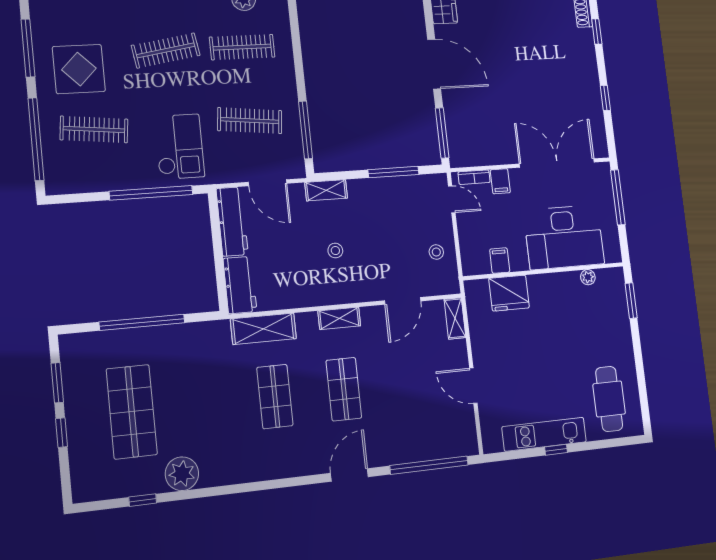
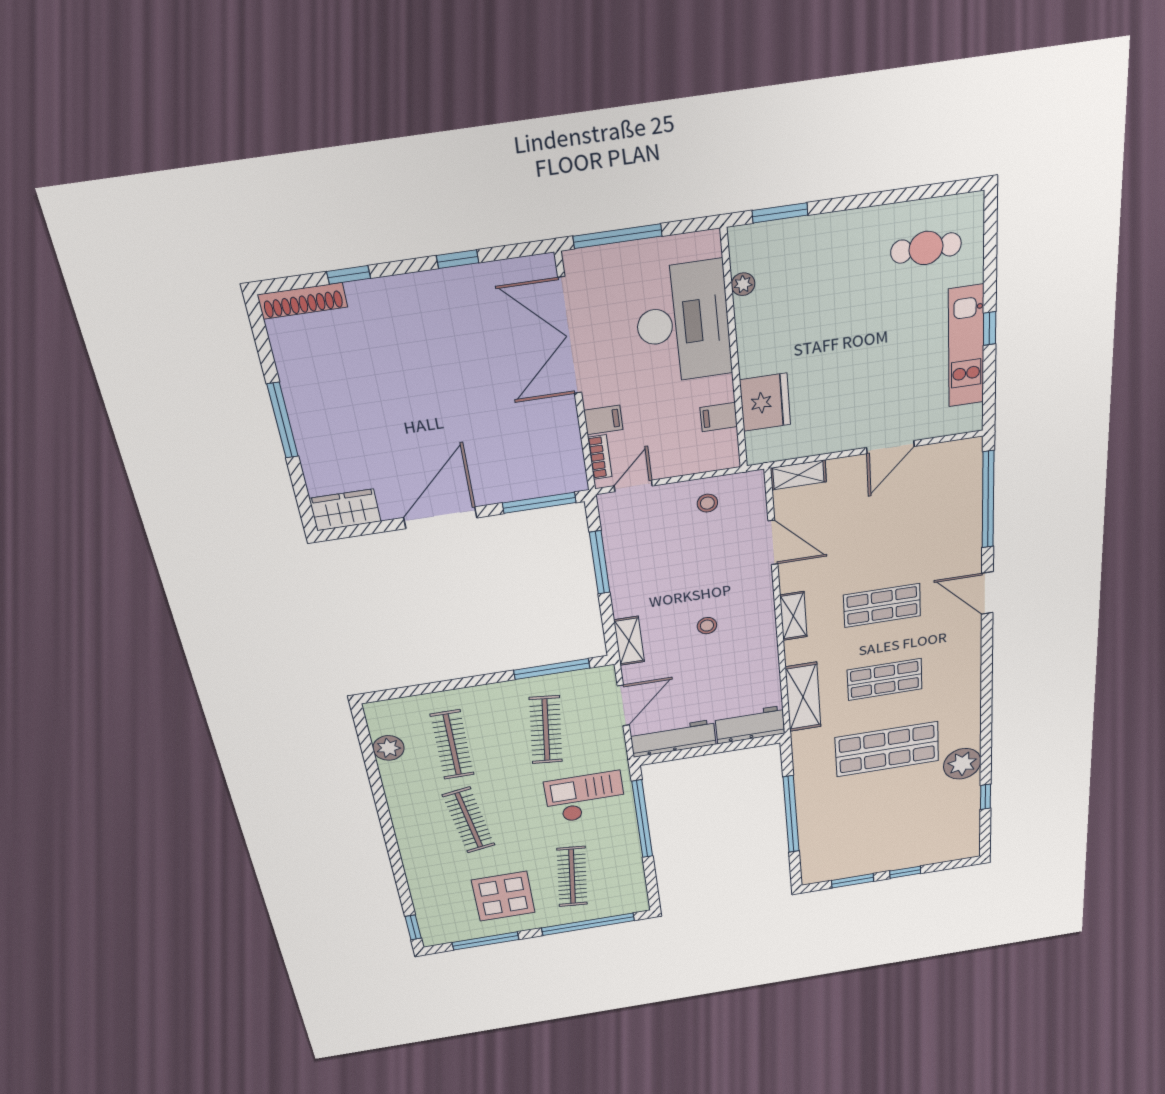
cafe table: (609, 399) -> (926, 248), width x0.73, depth x0.74
shop shelf: (132, 412) -> (887, 749), moved

